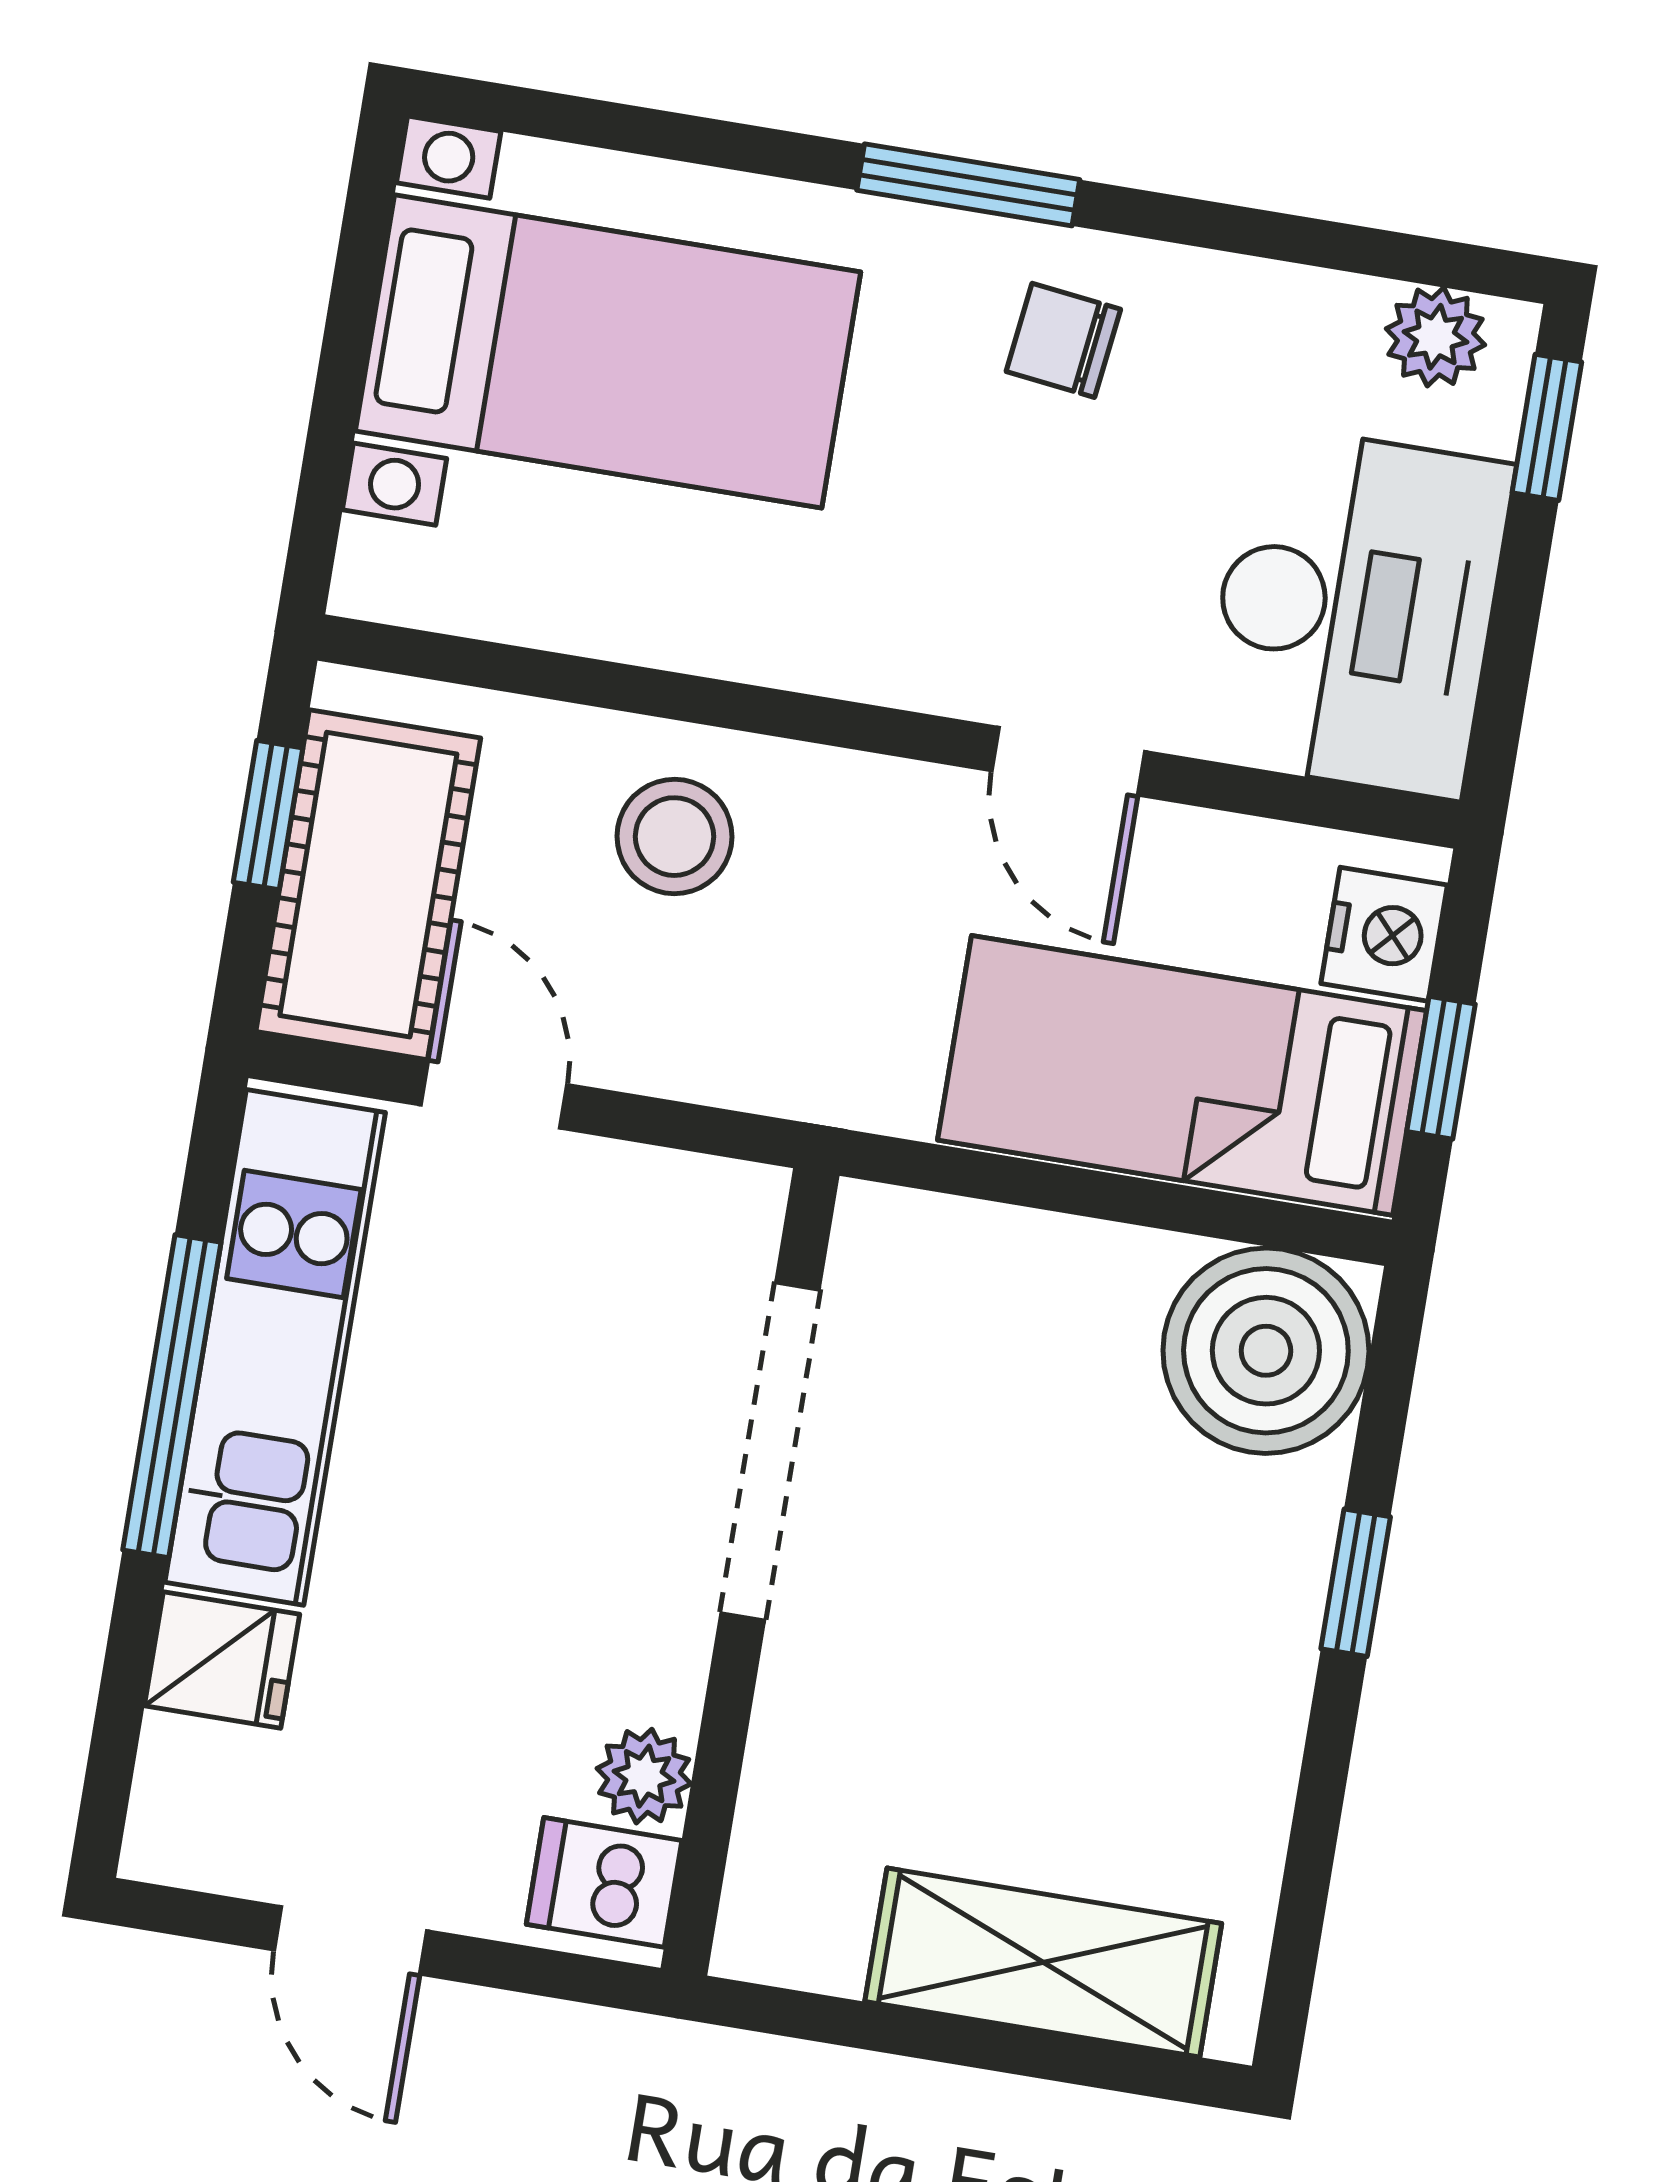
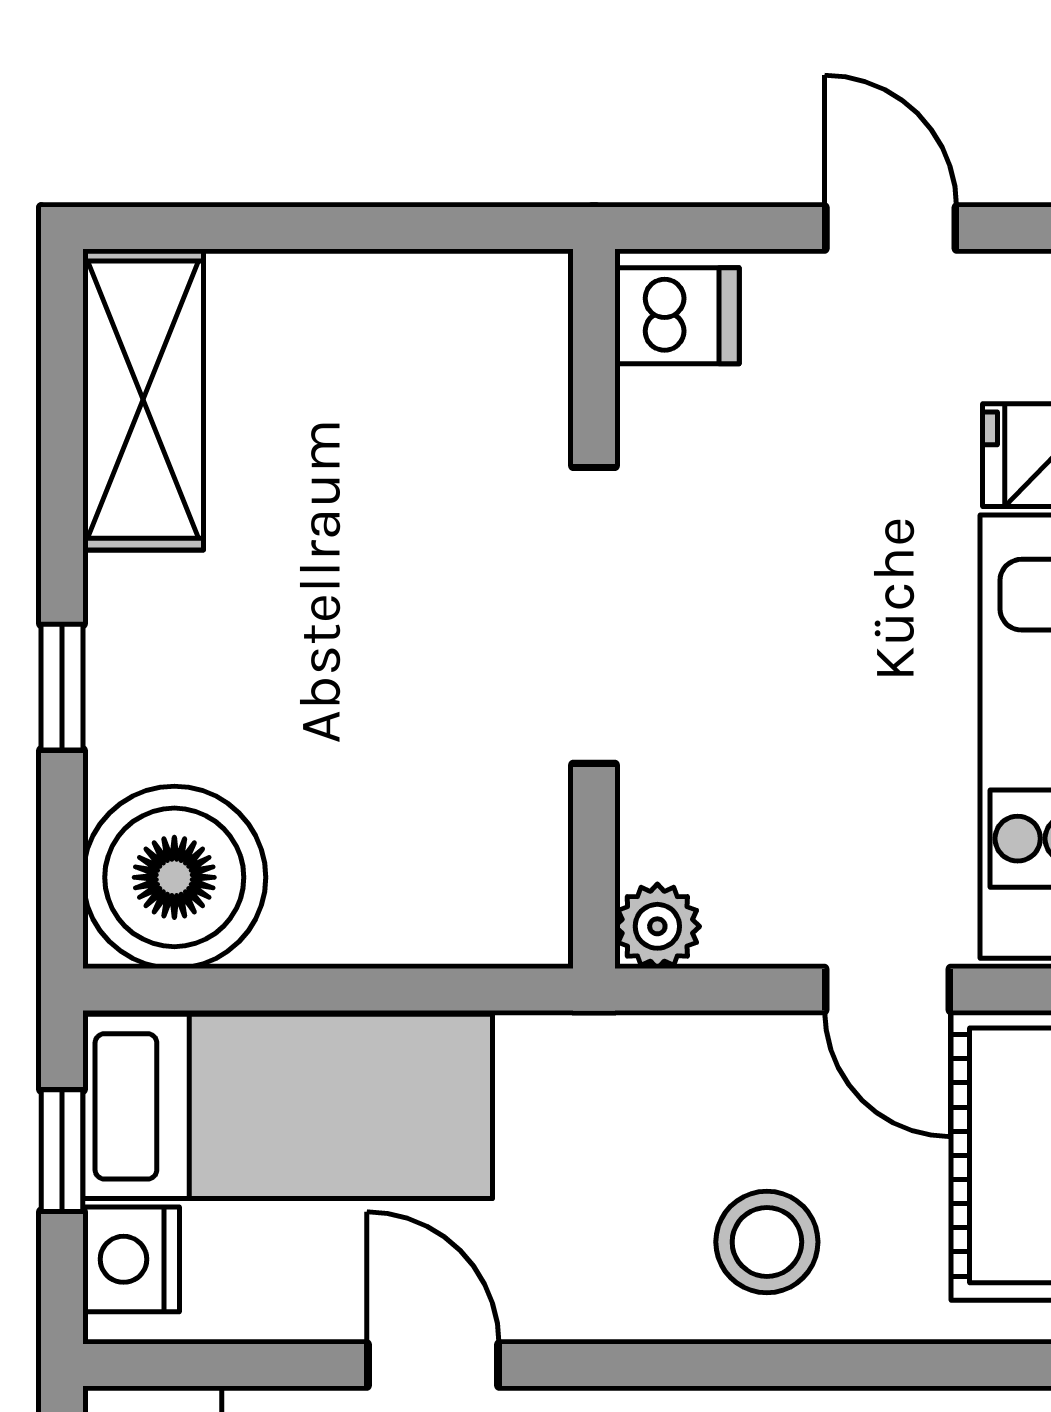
doorway: (770, 1451) -> (594, 615), moved
plant: (644, 1776) -> (657, 926), moved
shelving: (1043, 1963) -> (143, 400), moved, turned 90

